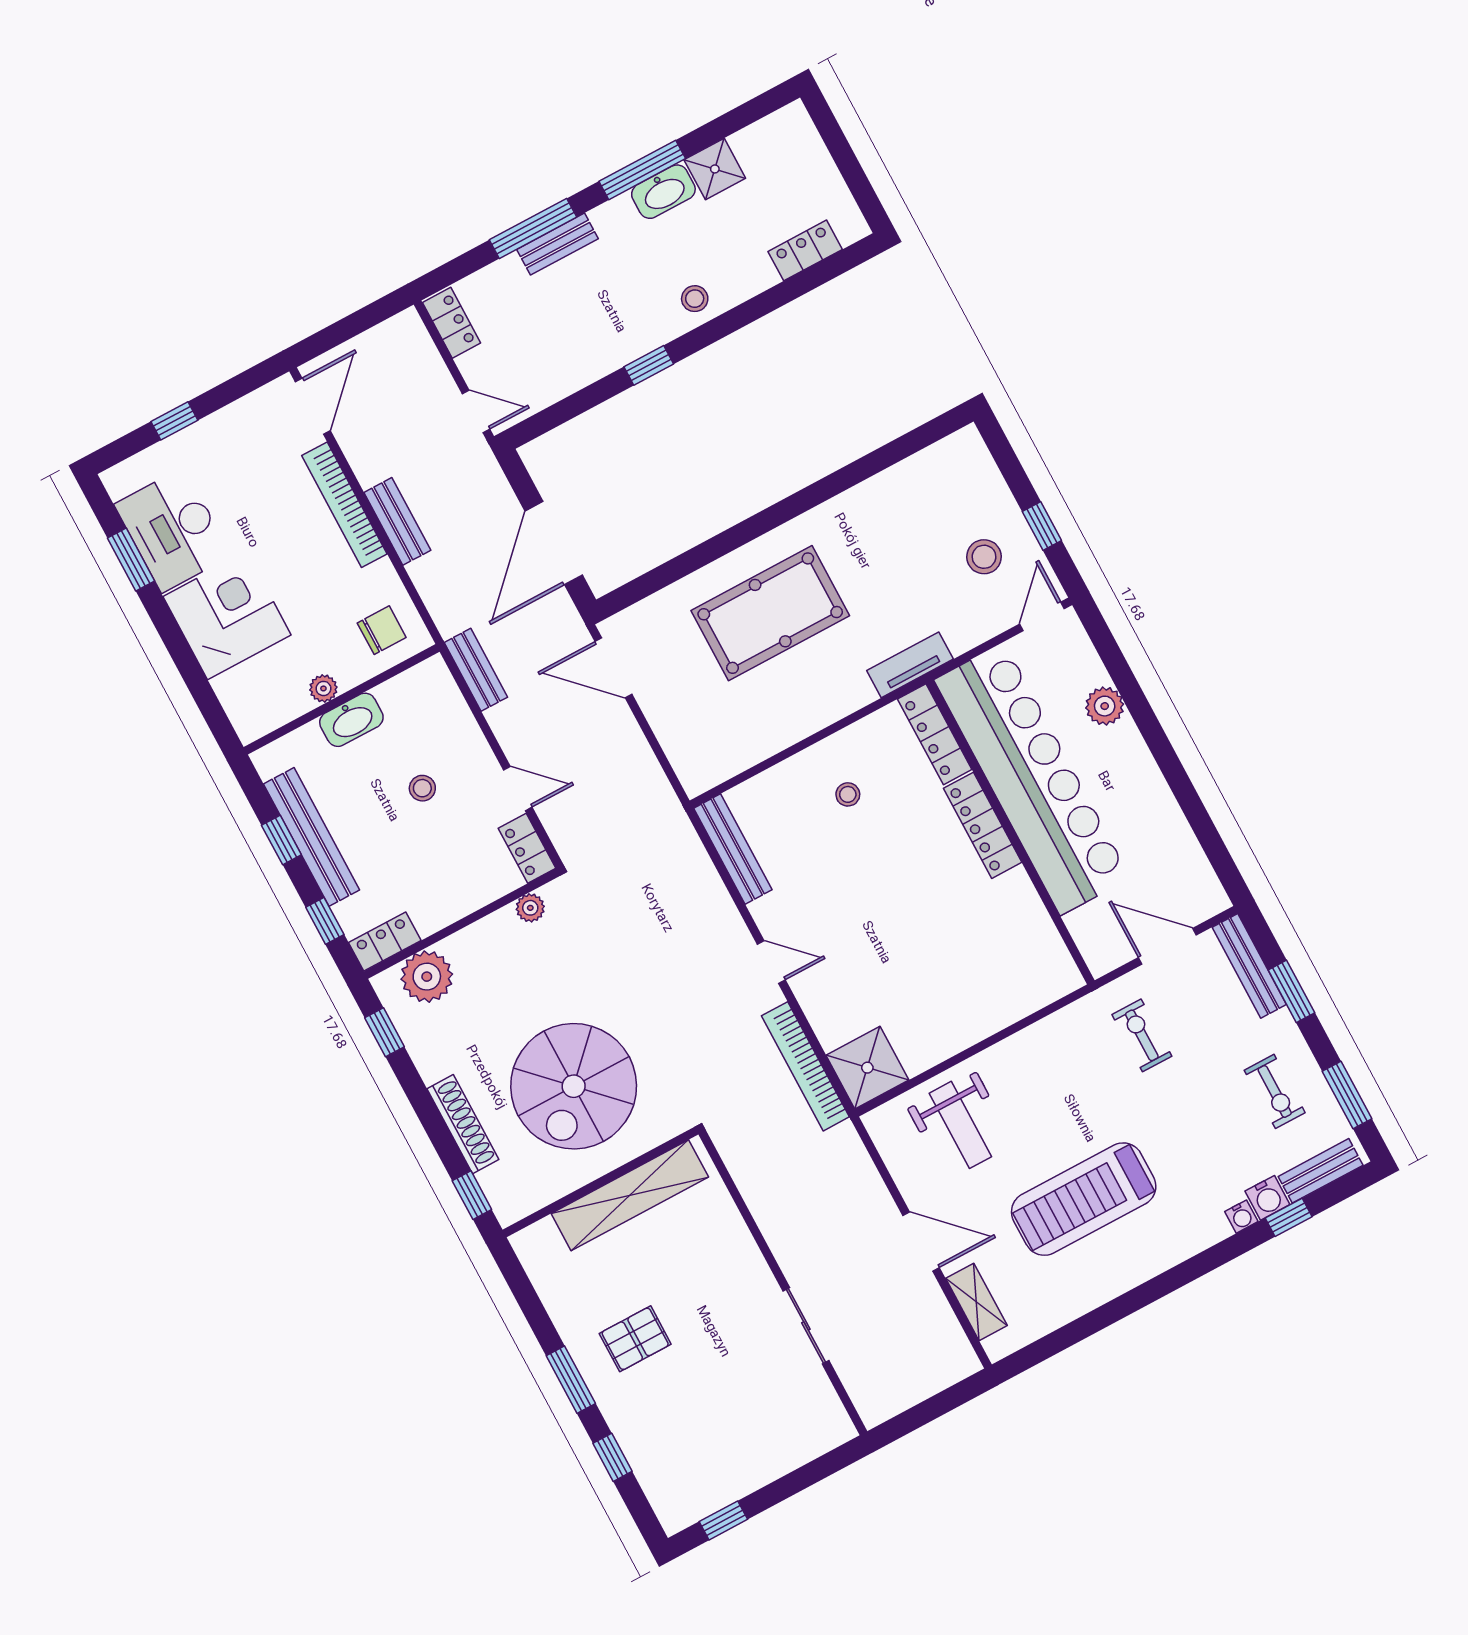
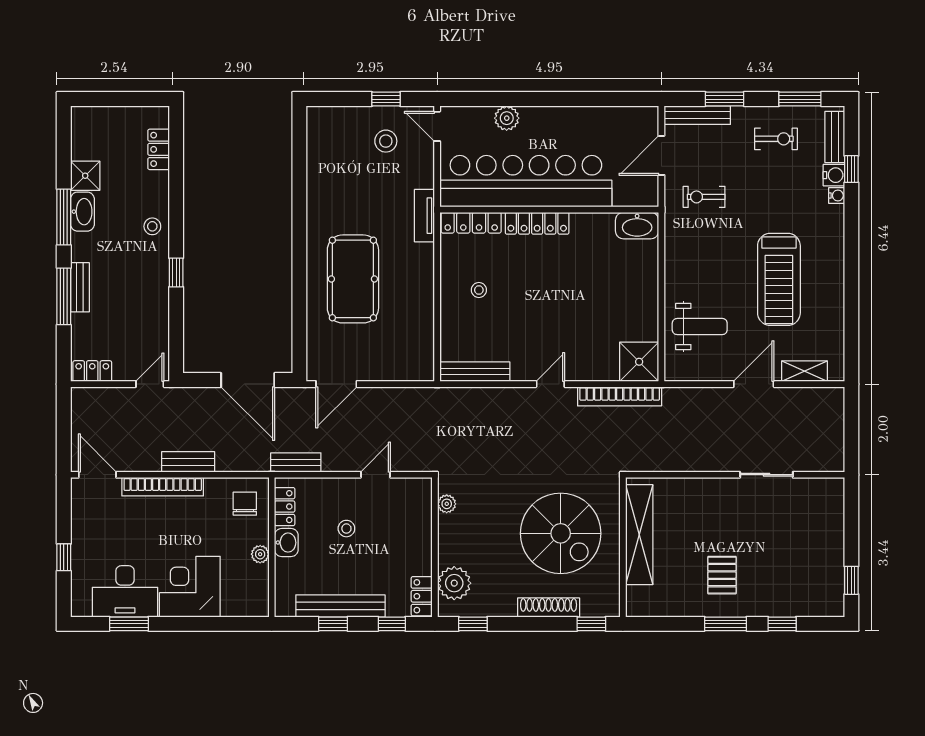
washbasin: (351, 720) -> (286, 543), width x0.72
locker: (527, 848) -> (285, 507), moved, turned -90
washbasin: (1053, 964) -> (637, 226), added

